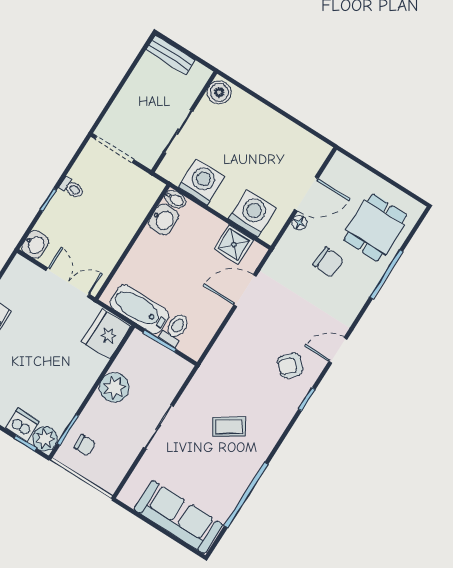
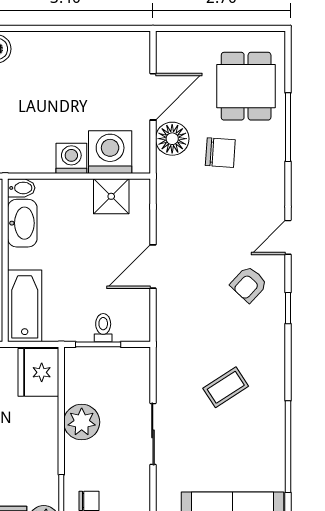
washing machine: (201, 182) -> (71, 158), moved, width x0.73, depth x0.73
washbasin: (163, 219) -> (22, 223), width x1.38
floor lamp: (299, 223) -> (172, 139), width x1.89, depth x1.89
door: (245, 291) -> (153, 266), moved
bathtub: (140, 309) -> (25, 306), moved, turned 90
toilet: (175, 329) -> (103, 328), width x0.73, depth x0.72

